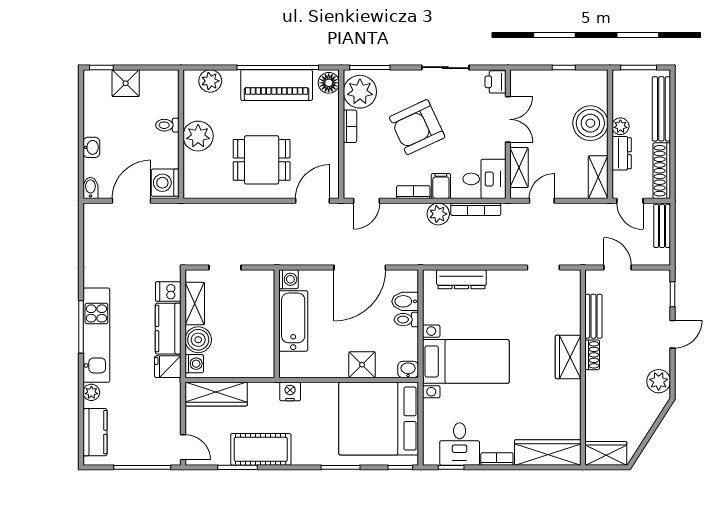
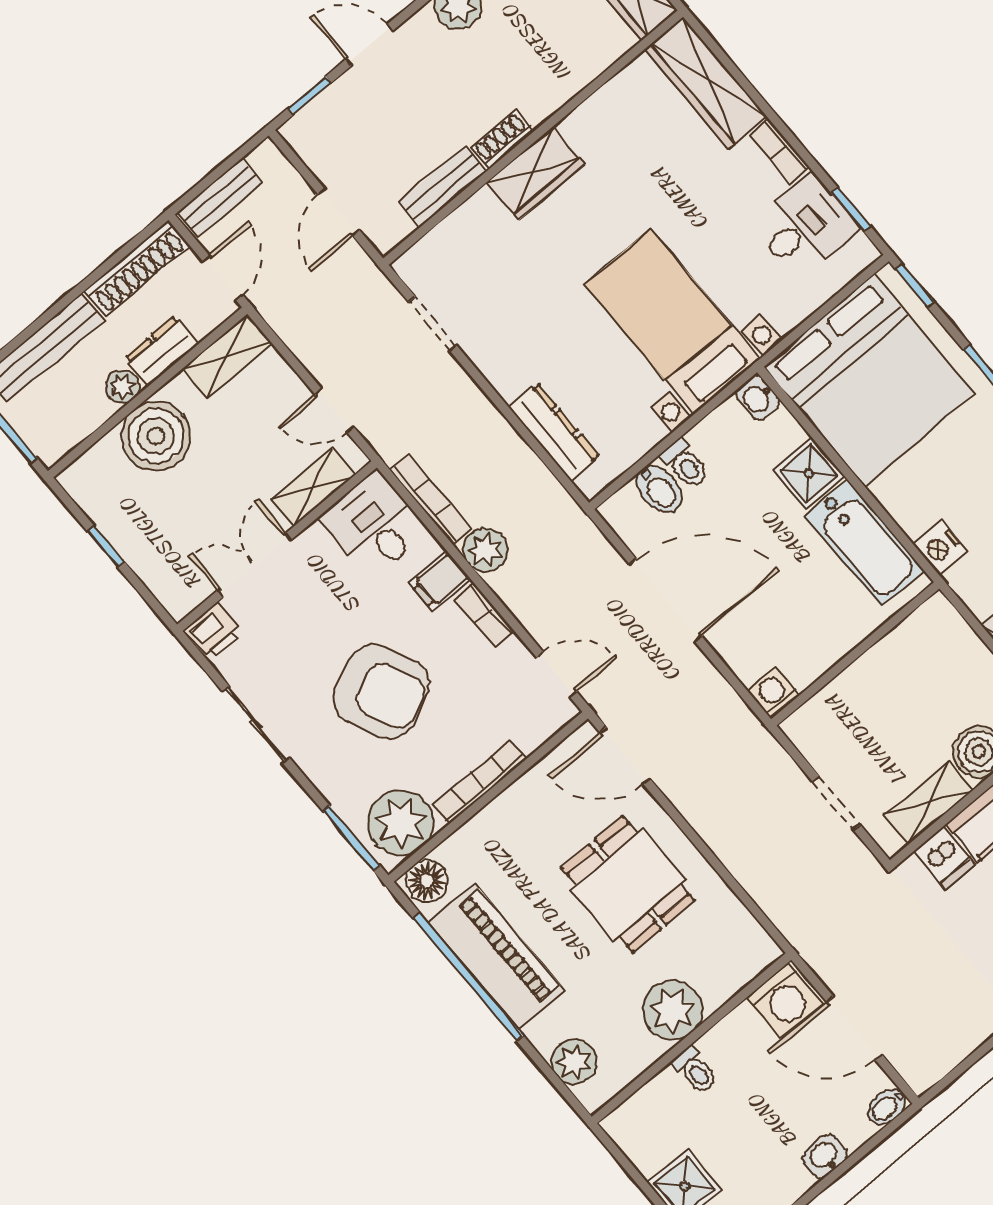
bookcase: (350, 126) -> (479, 782), width x1.56
bathtub: (293, 321) -> (864, 543), moved, turned -90

